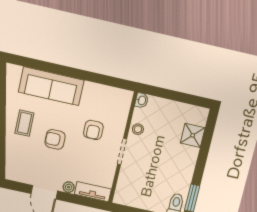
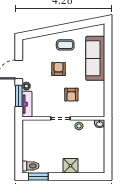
armchair: (93, 130) -> (71, 95), turned -90
shower: (193, 135) -> (70, 166), moved
window: (79, 200) -> (19, 96), added

